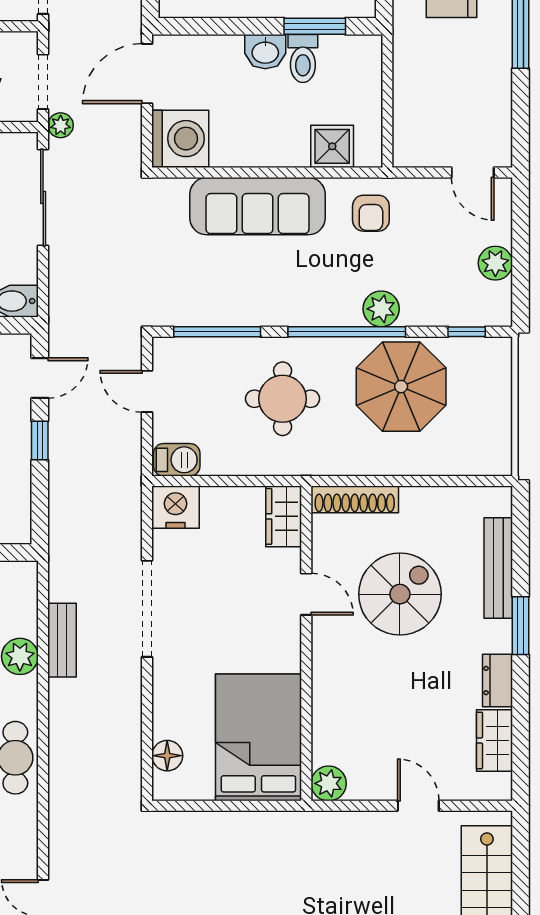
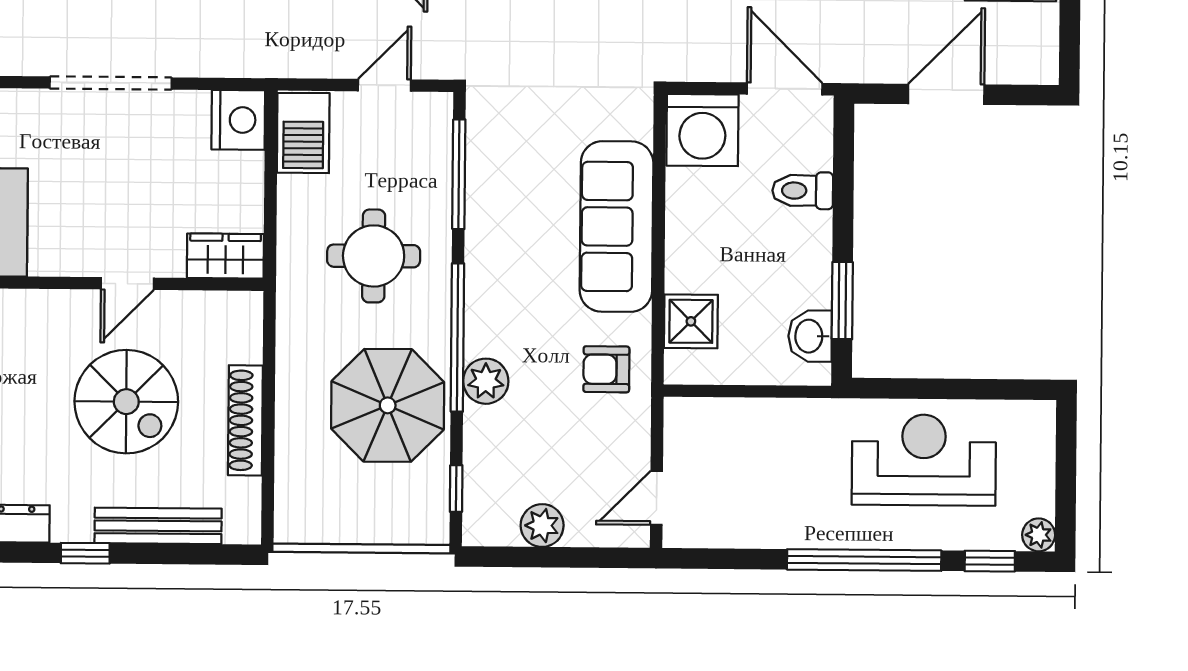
washbasin: (265, 52) -> (810, 336), moved
toilet: (303, 59) -> (803, 191), moved
barbecue: (177, 460) -> (303, 133), width x1.38, depth x1.27
shoe rack: (355, 499) -> (245, 420), moved
window: (521, 626) -> (85, 553), width x0.67

